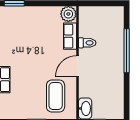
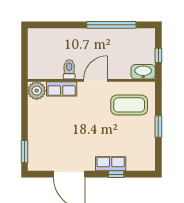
window: (127, 51) -> (111, 25), moved
door: (77, 66) -> (96, 80), swing flipped

